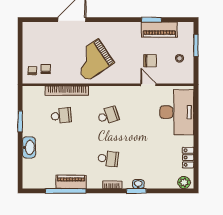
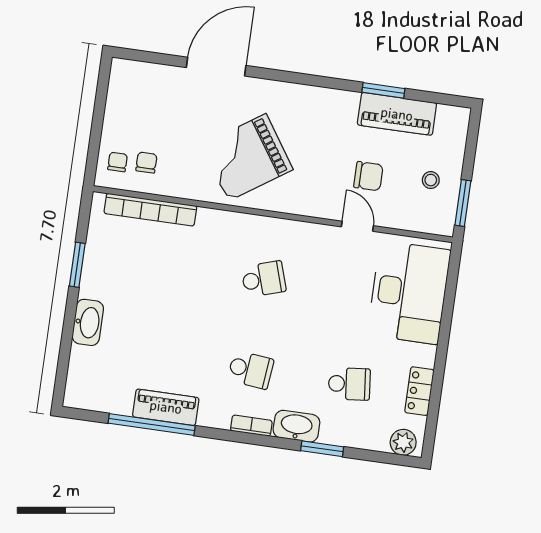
window: (196, 45) -> (463, 203), moved
bookcase: (67, 91) -> (150, 210), moved
school desk: (61, 116) -> (349, 384), moved
washbasin: (138, 184) -> (296, 426), width x1.91, depth x1.45
window: (136, 191) -> (322, 449), moved

